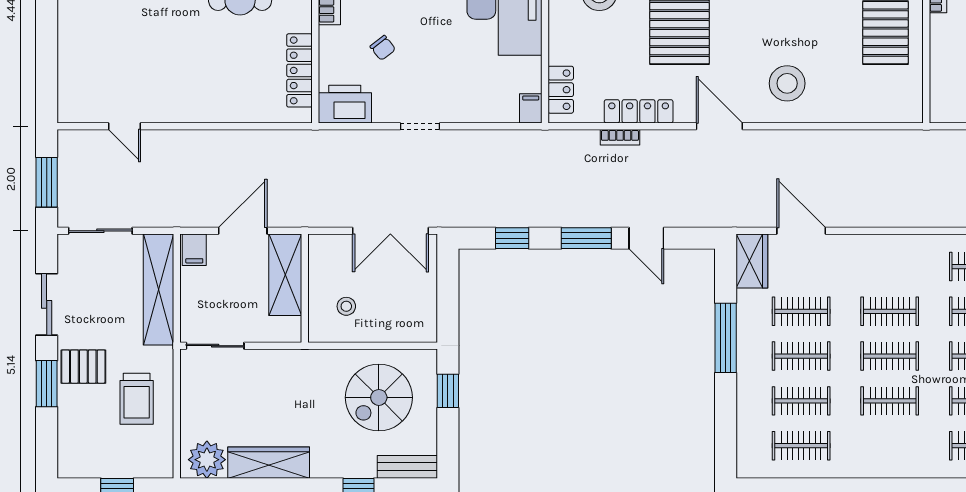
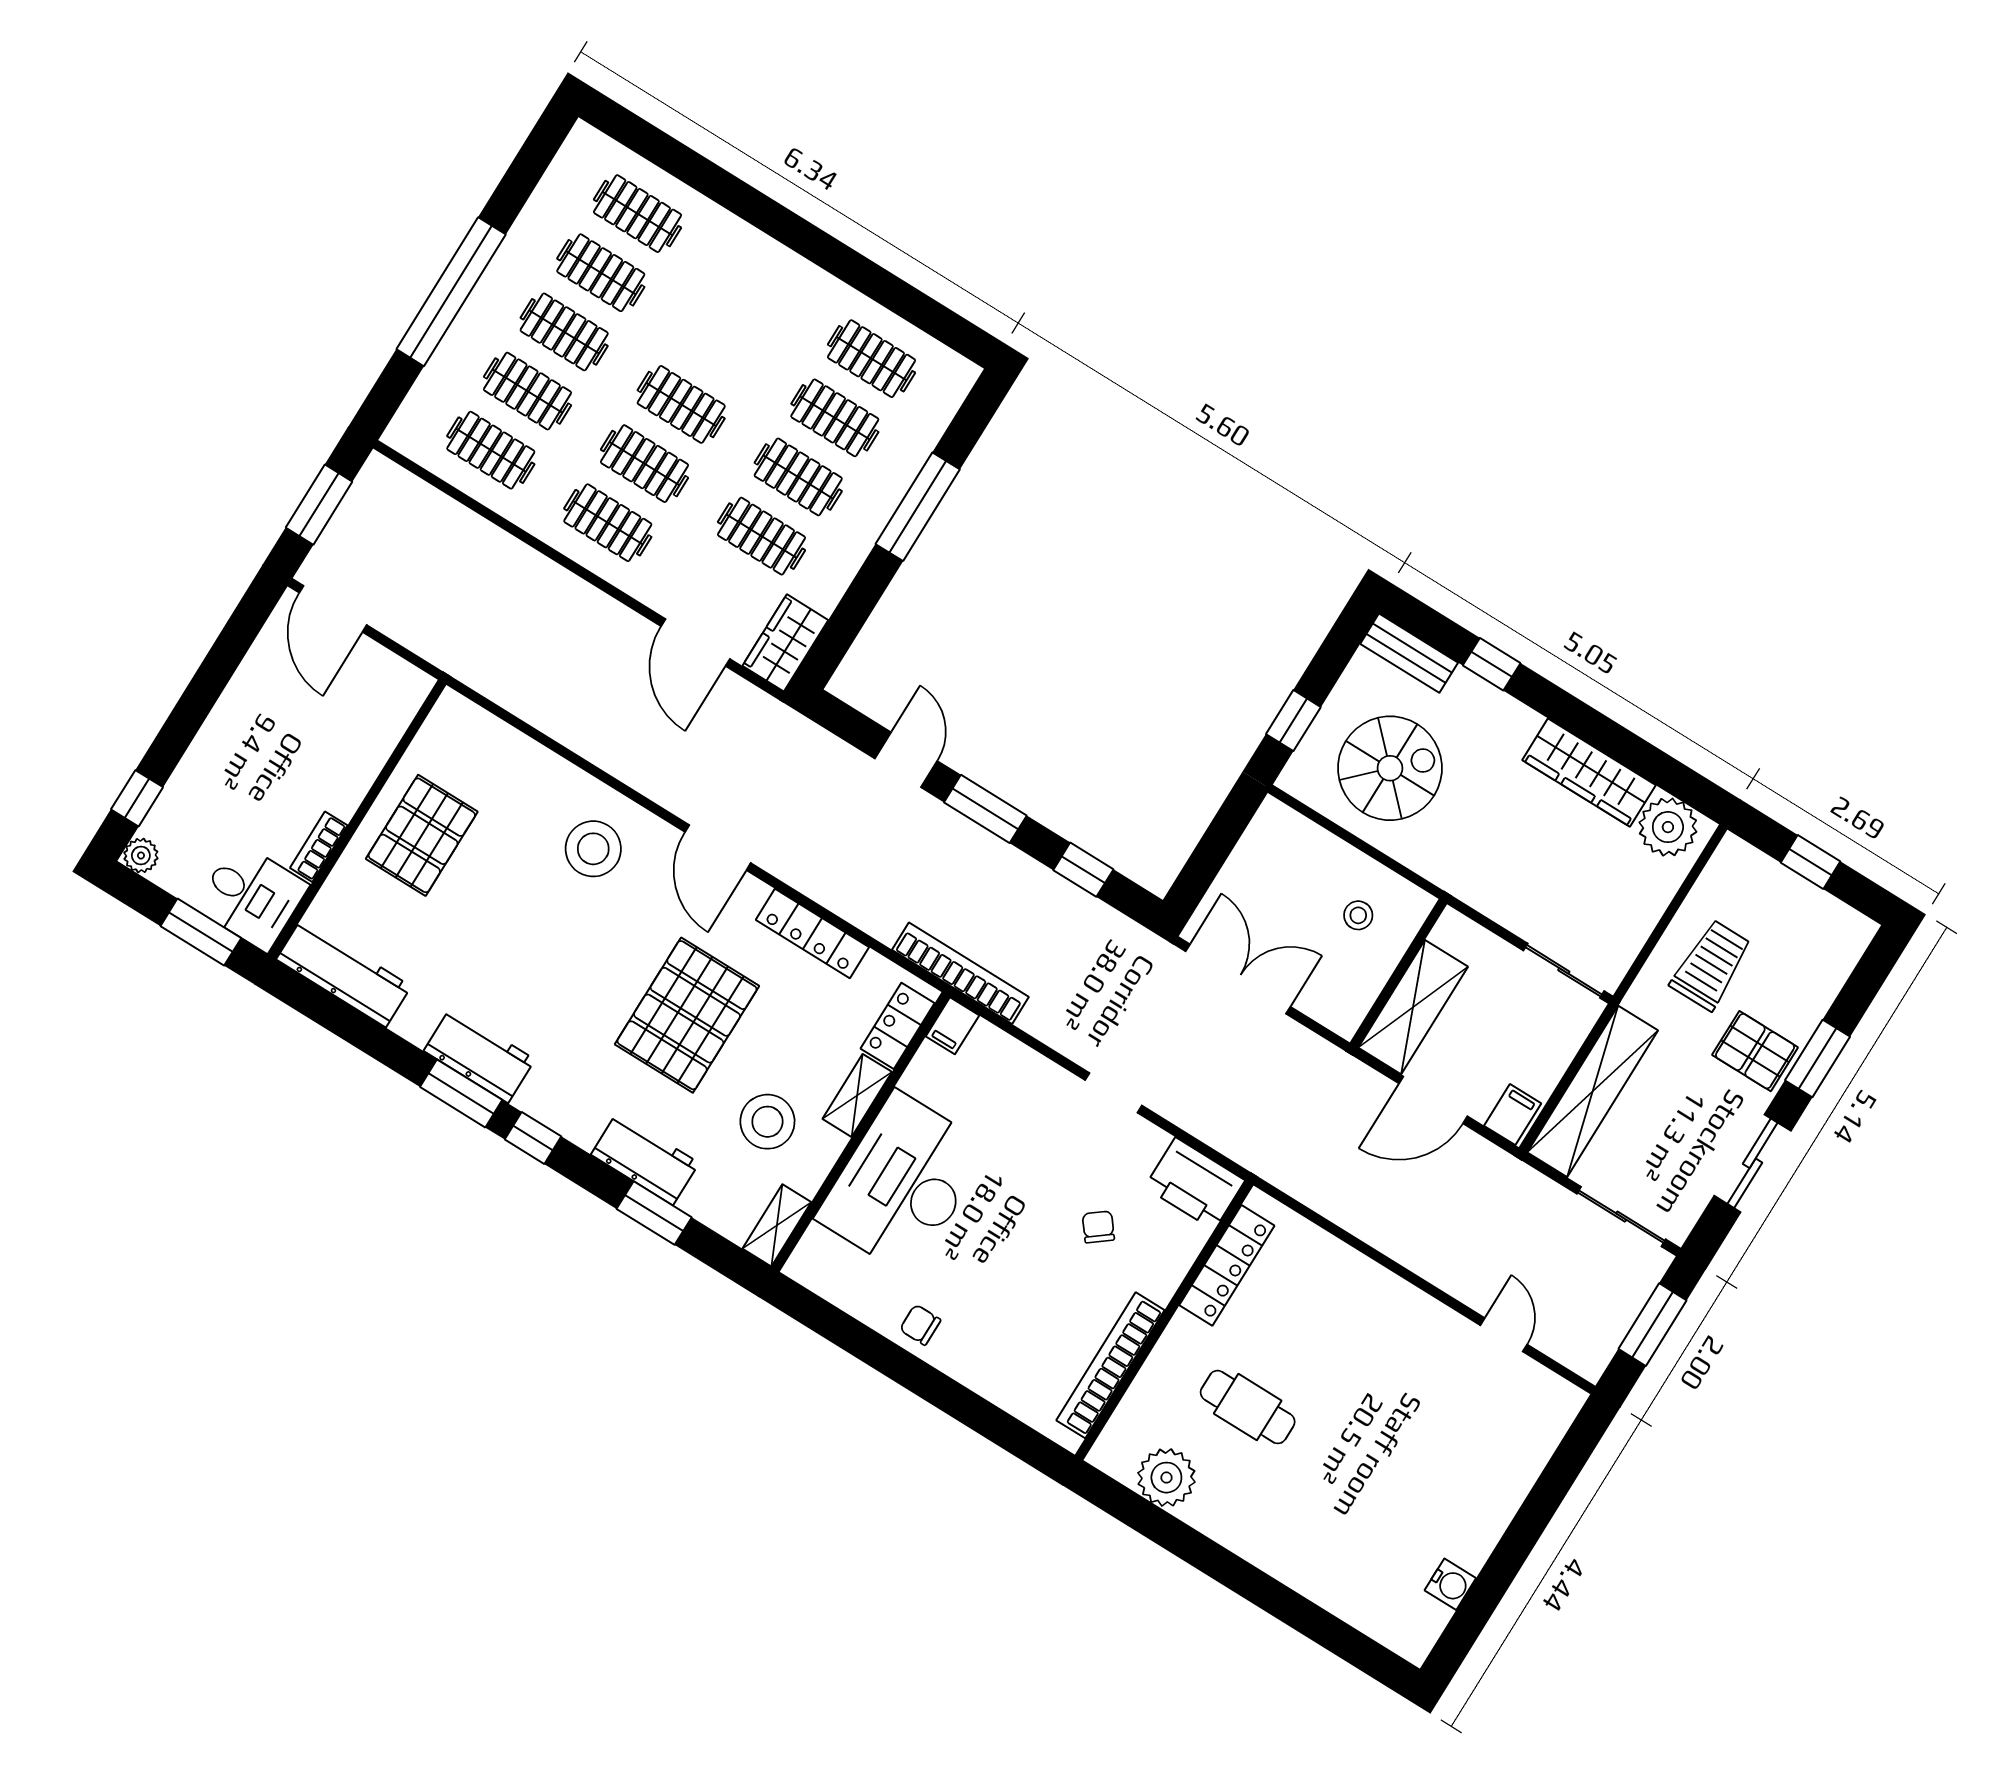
shelving: (559, 38) -> (857, 1095), added
bookcase: (620, 137) -> (960, 973), moved, width x2.31, depth x1.31
window: (726, 338) -> (918, 507), moved
clothes rail: (890, 401) -> (608, 523), moved

